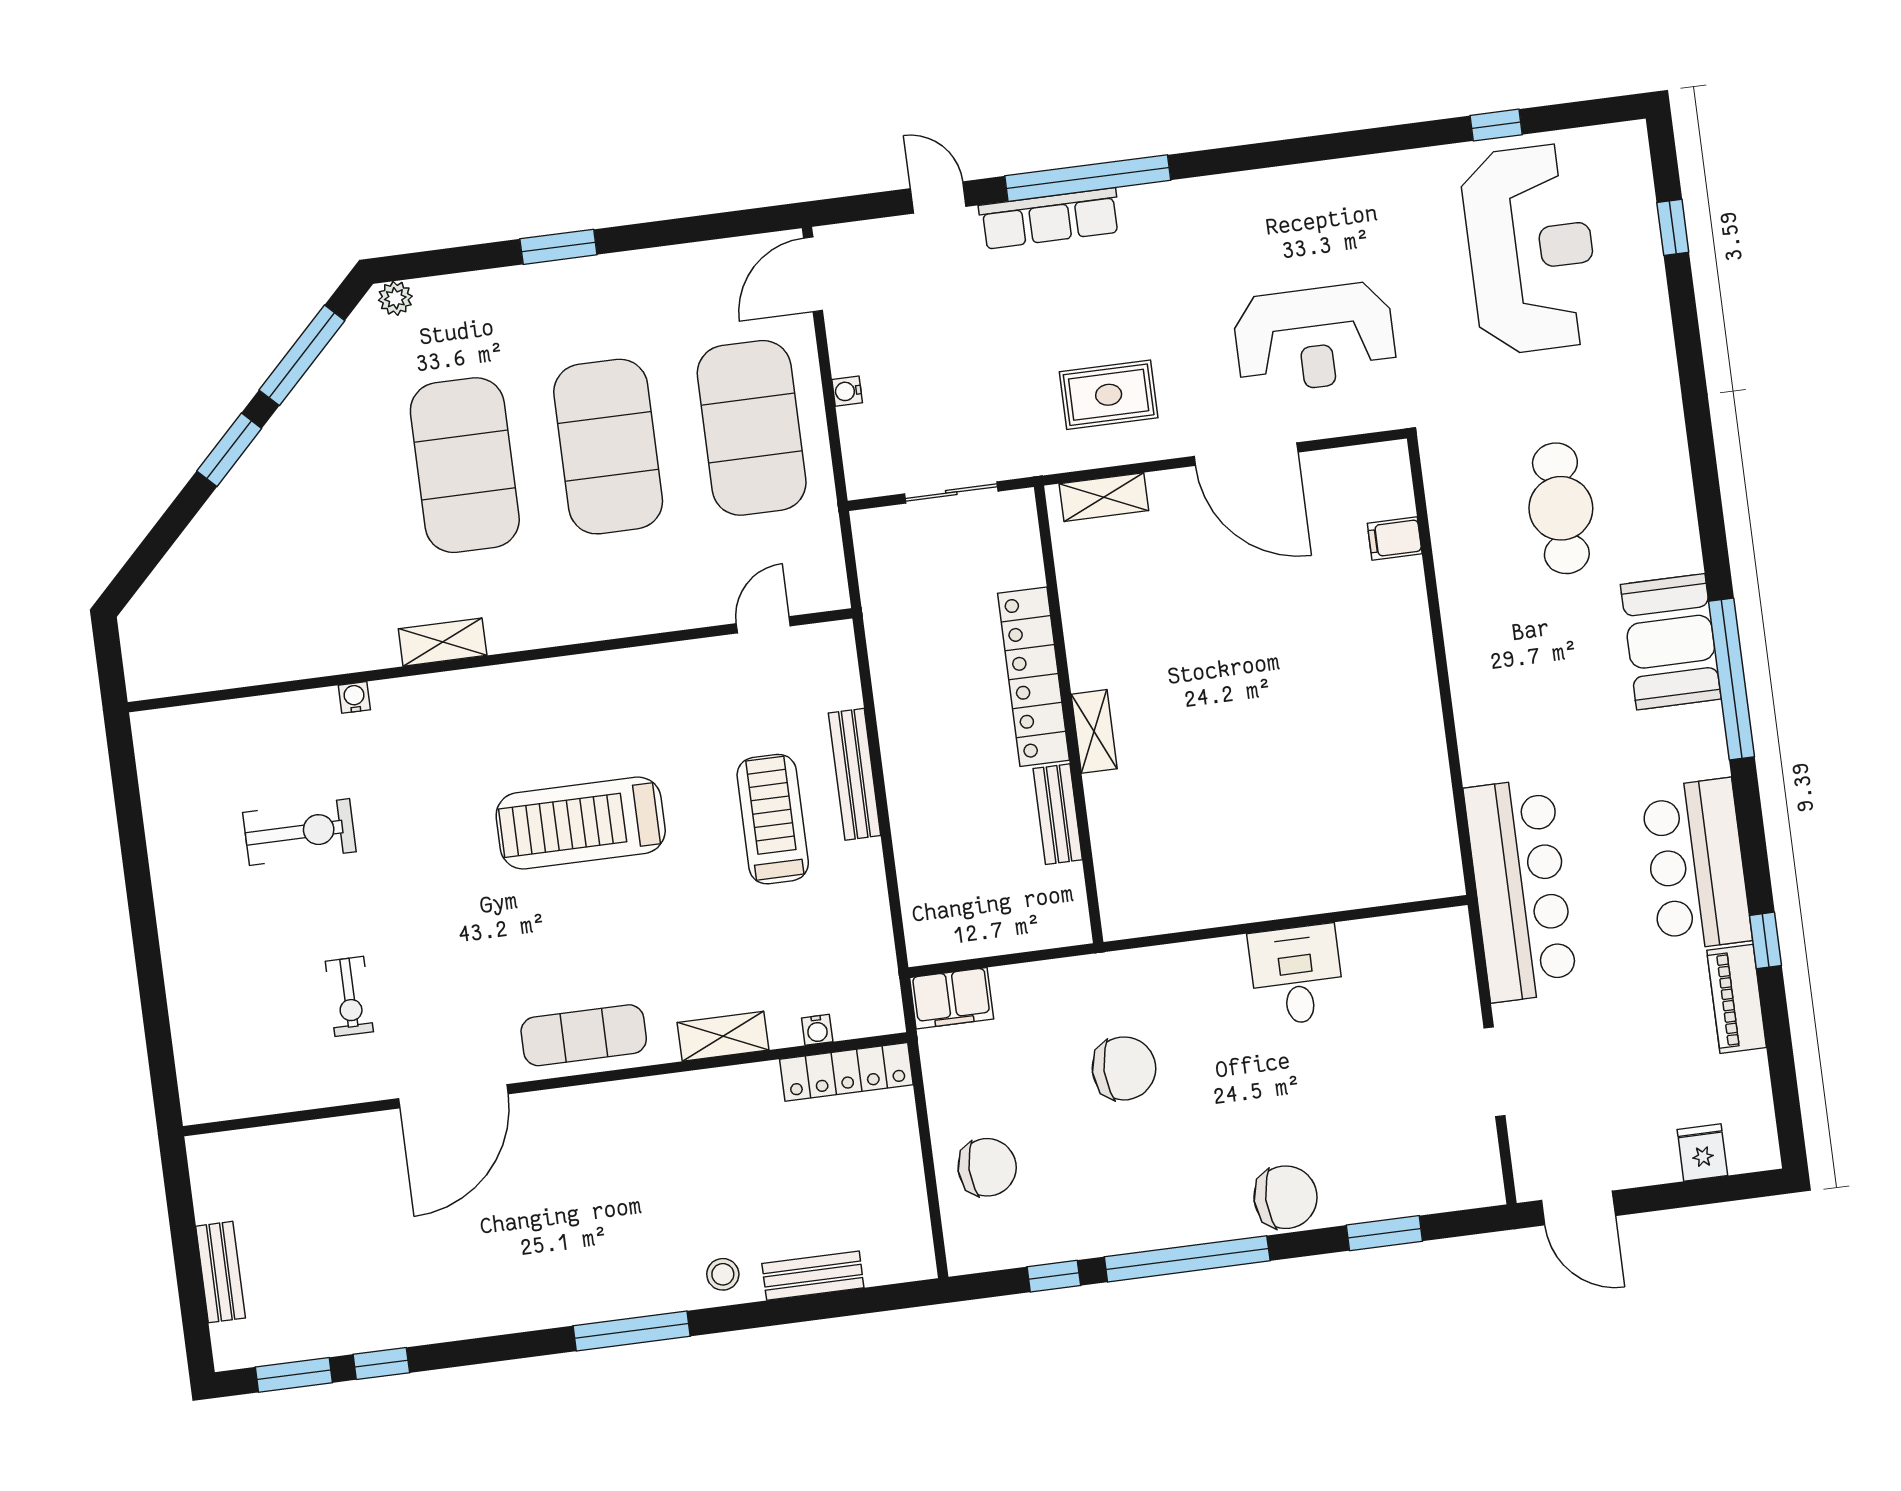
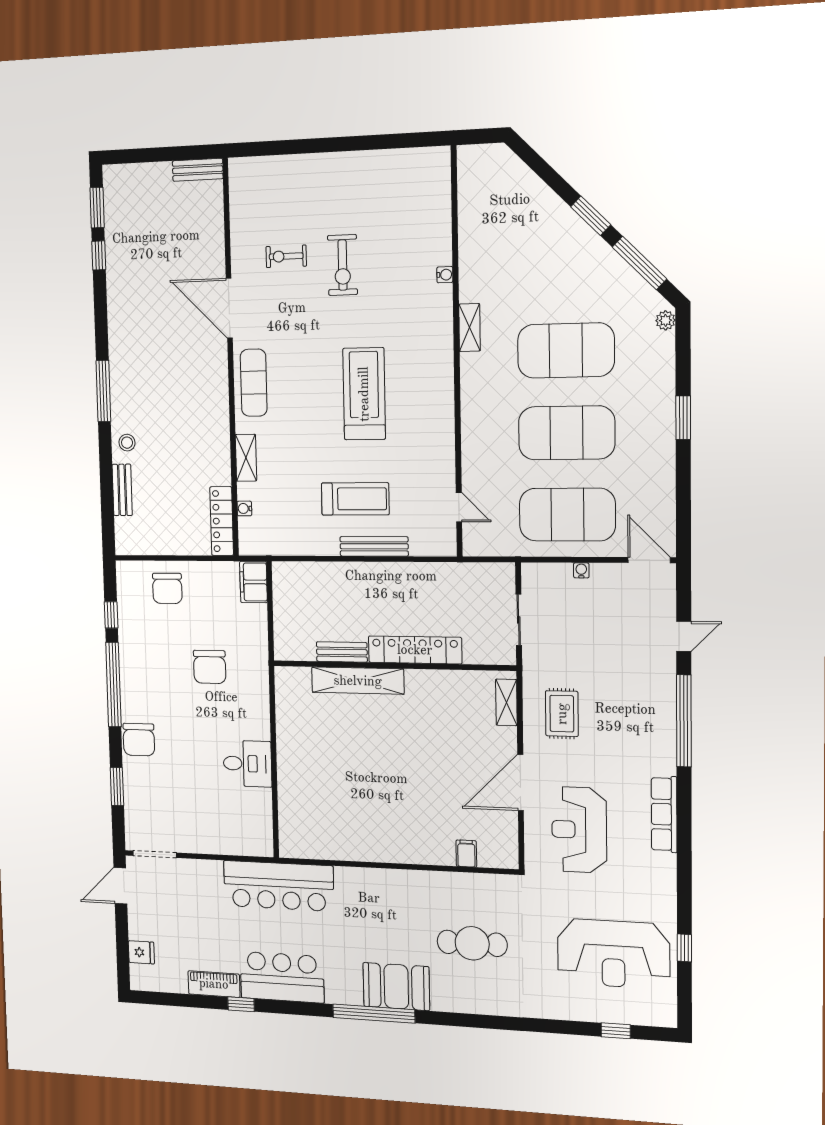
row of seats: (1050, 219) -> (664, 814), moved
shelving: (1094, 731) -> (358, 681), width x2.20, depth x1.33
exercise bike: (299, 832) -> (343, 265), moved
doorway: (1494, 1072) -> (155, 854), moved
bench: (221, 1272) -> (198, 170), moved

